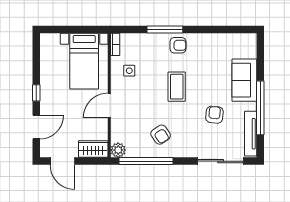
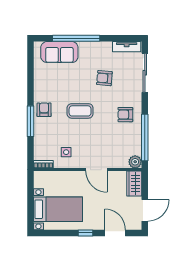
bed with nightstands: (84, 61) -> (58, 209), moved
sofa: (244, 80) -> (59, 52), moved
window: (260, 108) -> (76, 38), moved
tv unit: (251, 134) -> (127, 47), width x0.71
armchair: (161, 135) -> (125, 115), moved, turned -146

